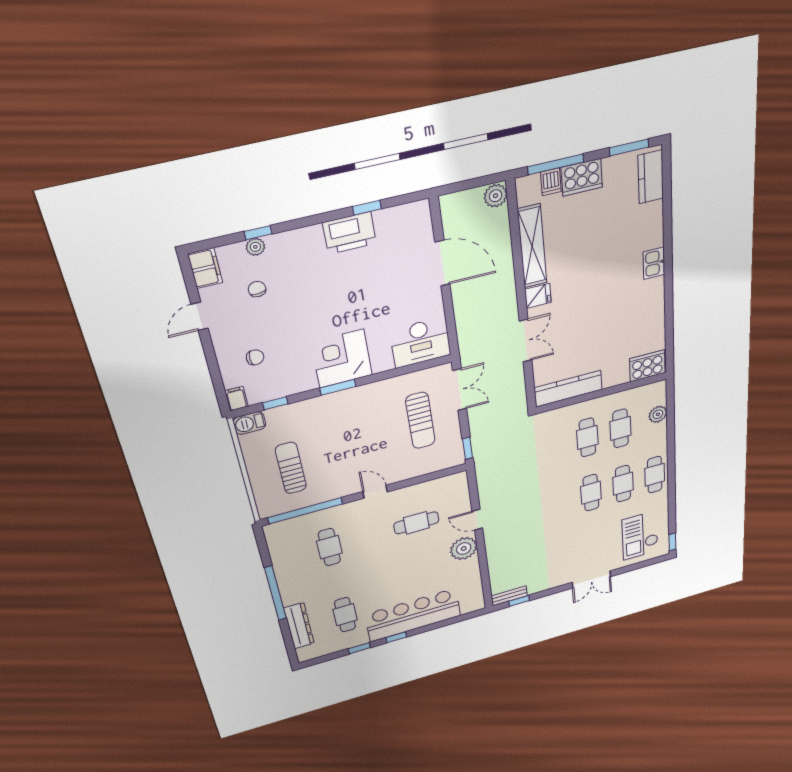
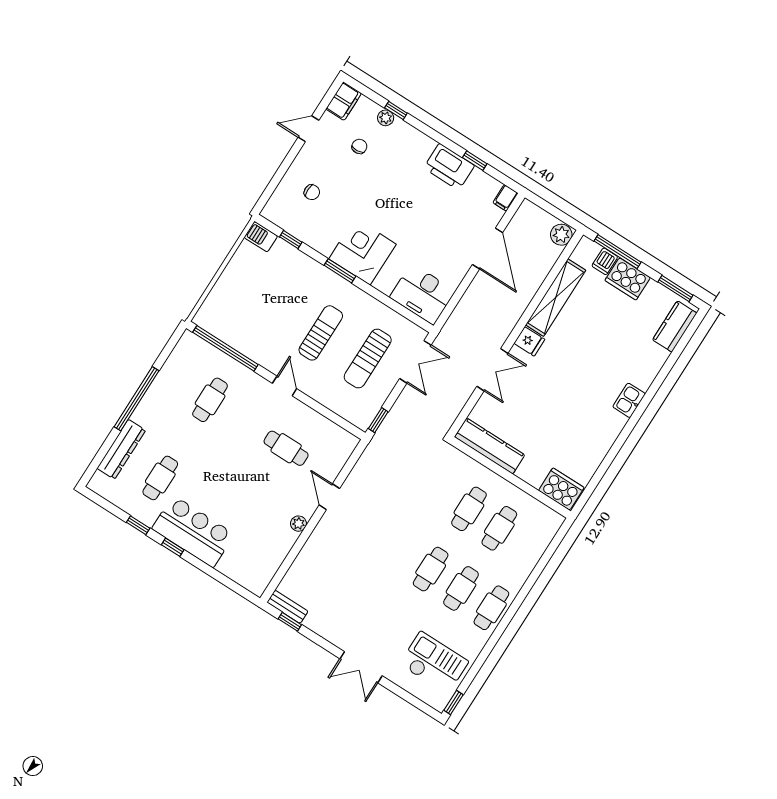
filing cabinet: (236, 399) -> (505, 198), moved, turned 180
plant: (658, 414) -> (537, 546), removed
sun lounger: (291, 468) -> (321, 333), moved
checkout: (640, 535) -> (434, 663), turned 90
plant: (464, 548) -> (298, 524), width x0.53, depth x0.53
bar counter: (413, 615) -> (193, 531), width x0.73

